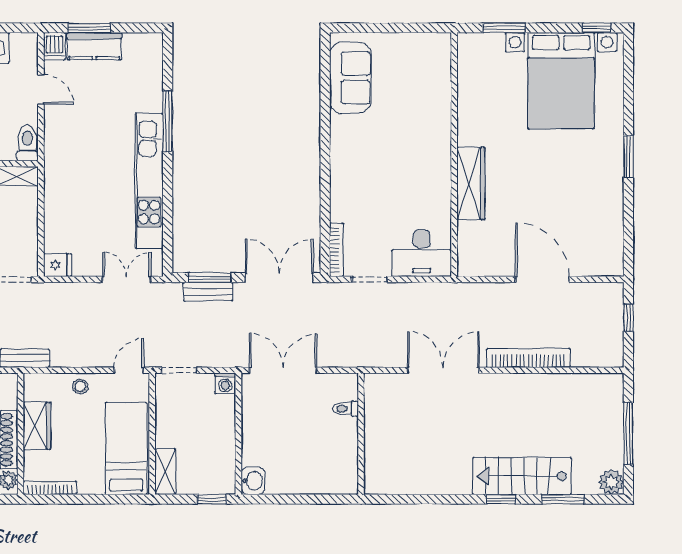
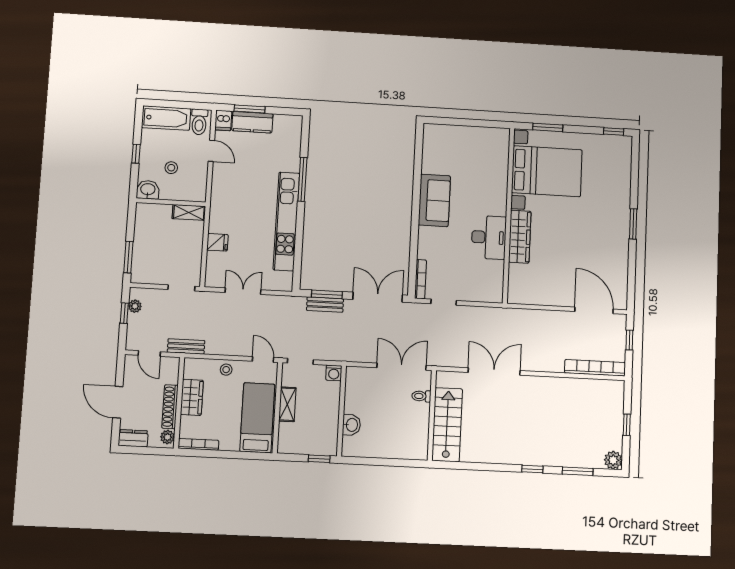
sofa: (350, 78) -> (434, 200), moved
bed with nightstands: (561, 81) -> (547, 171), moved, turned -90
toilet: (27, 143) -> (199, 122), moved, turned 180
desk: (422, 253) -> (489, 237), moved, turned -90
fridge: (57, 265) -> (217, 242), moved
double door: (126, 279) -> (243, 291), moved
door: (542, 279) -> (594, 310), moved
bookcase: (528, 358) -> (595, 368), moved
door: (129, 370) -> (263, 359), hinge flipped
double door: (283, 370) -> (401, 367), moved
window: (628, 433) -> (627, 425), width x0.46
shelving: (165, 472) -> (287, 404), moved
stairs: (522, 476) -> (447, 425), moved, turned 90
washbasin: (253, 481) -> (351, 425), moved

